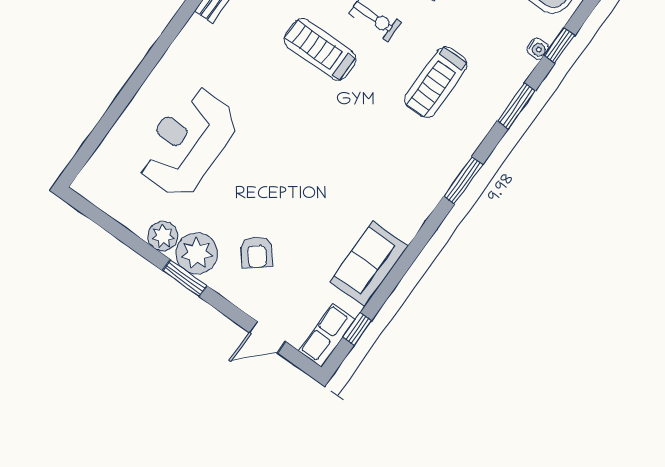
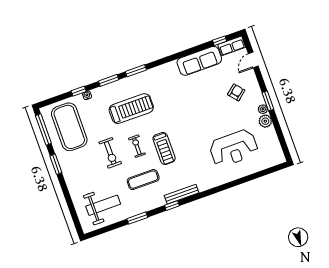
treadmill: (436, 82) -> (131, 109), width x1.37, depth x1.38
window: (463, 180) -> (136, 71), moved
plant: (197, 253) -> (263, 109), width x0.53, depth x0.53
sofa: (369, 264) -> (199, 61), width x1.36
door: (267, 337) -> (253, 60), swing flipped

